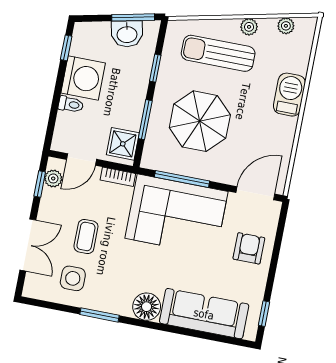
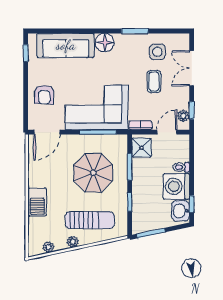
washbasin: (127, 34) -> (180, 211), moved, turned -78

